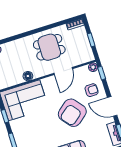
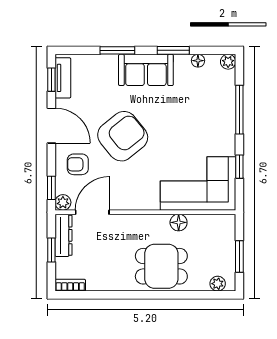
dining table: (49, 47) -> (161, 266), moved
dresser: (87, 50) -> (63, 235), added
door: (63, 71) -> (92, 212), moved

